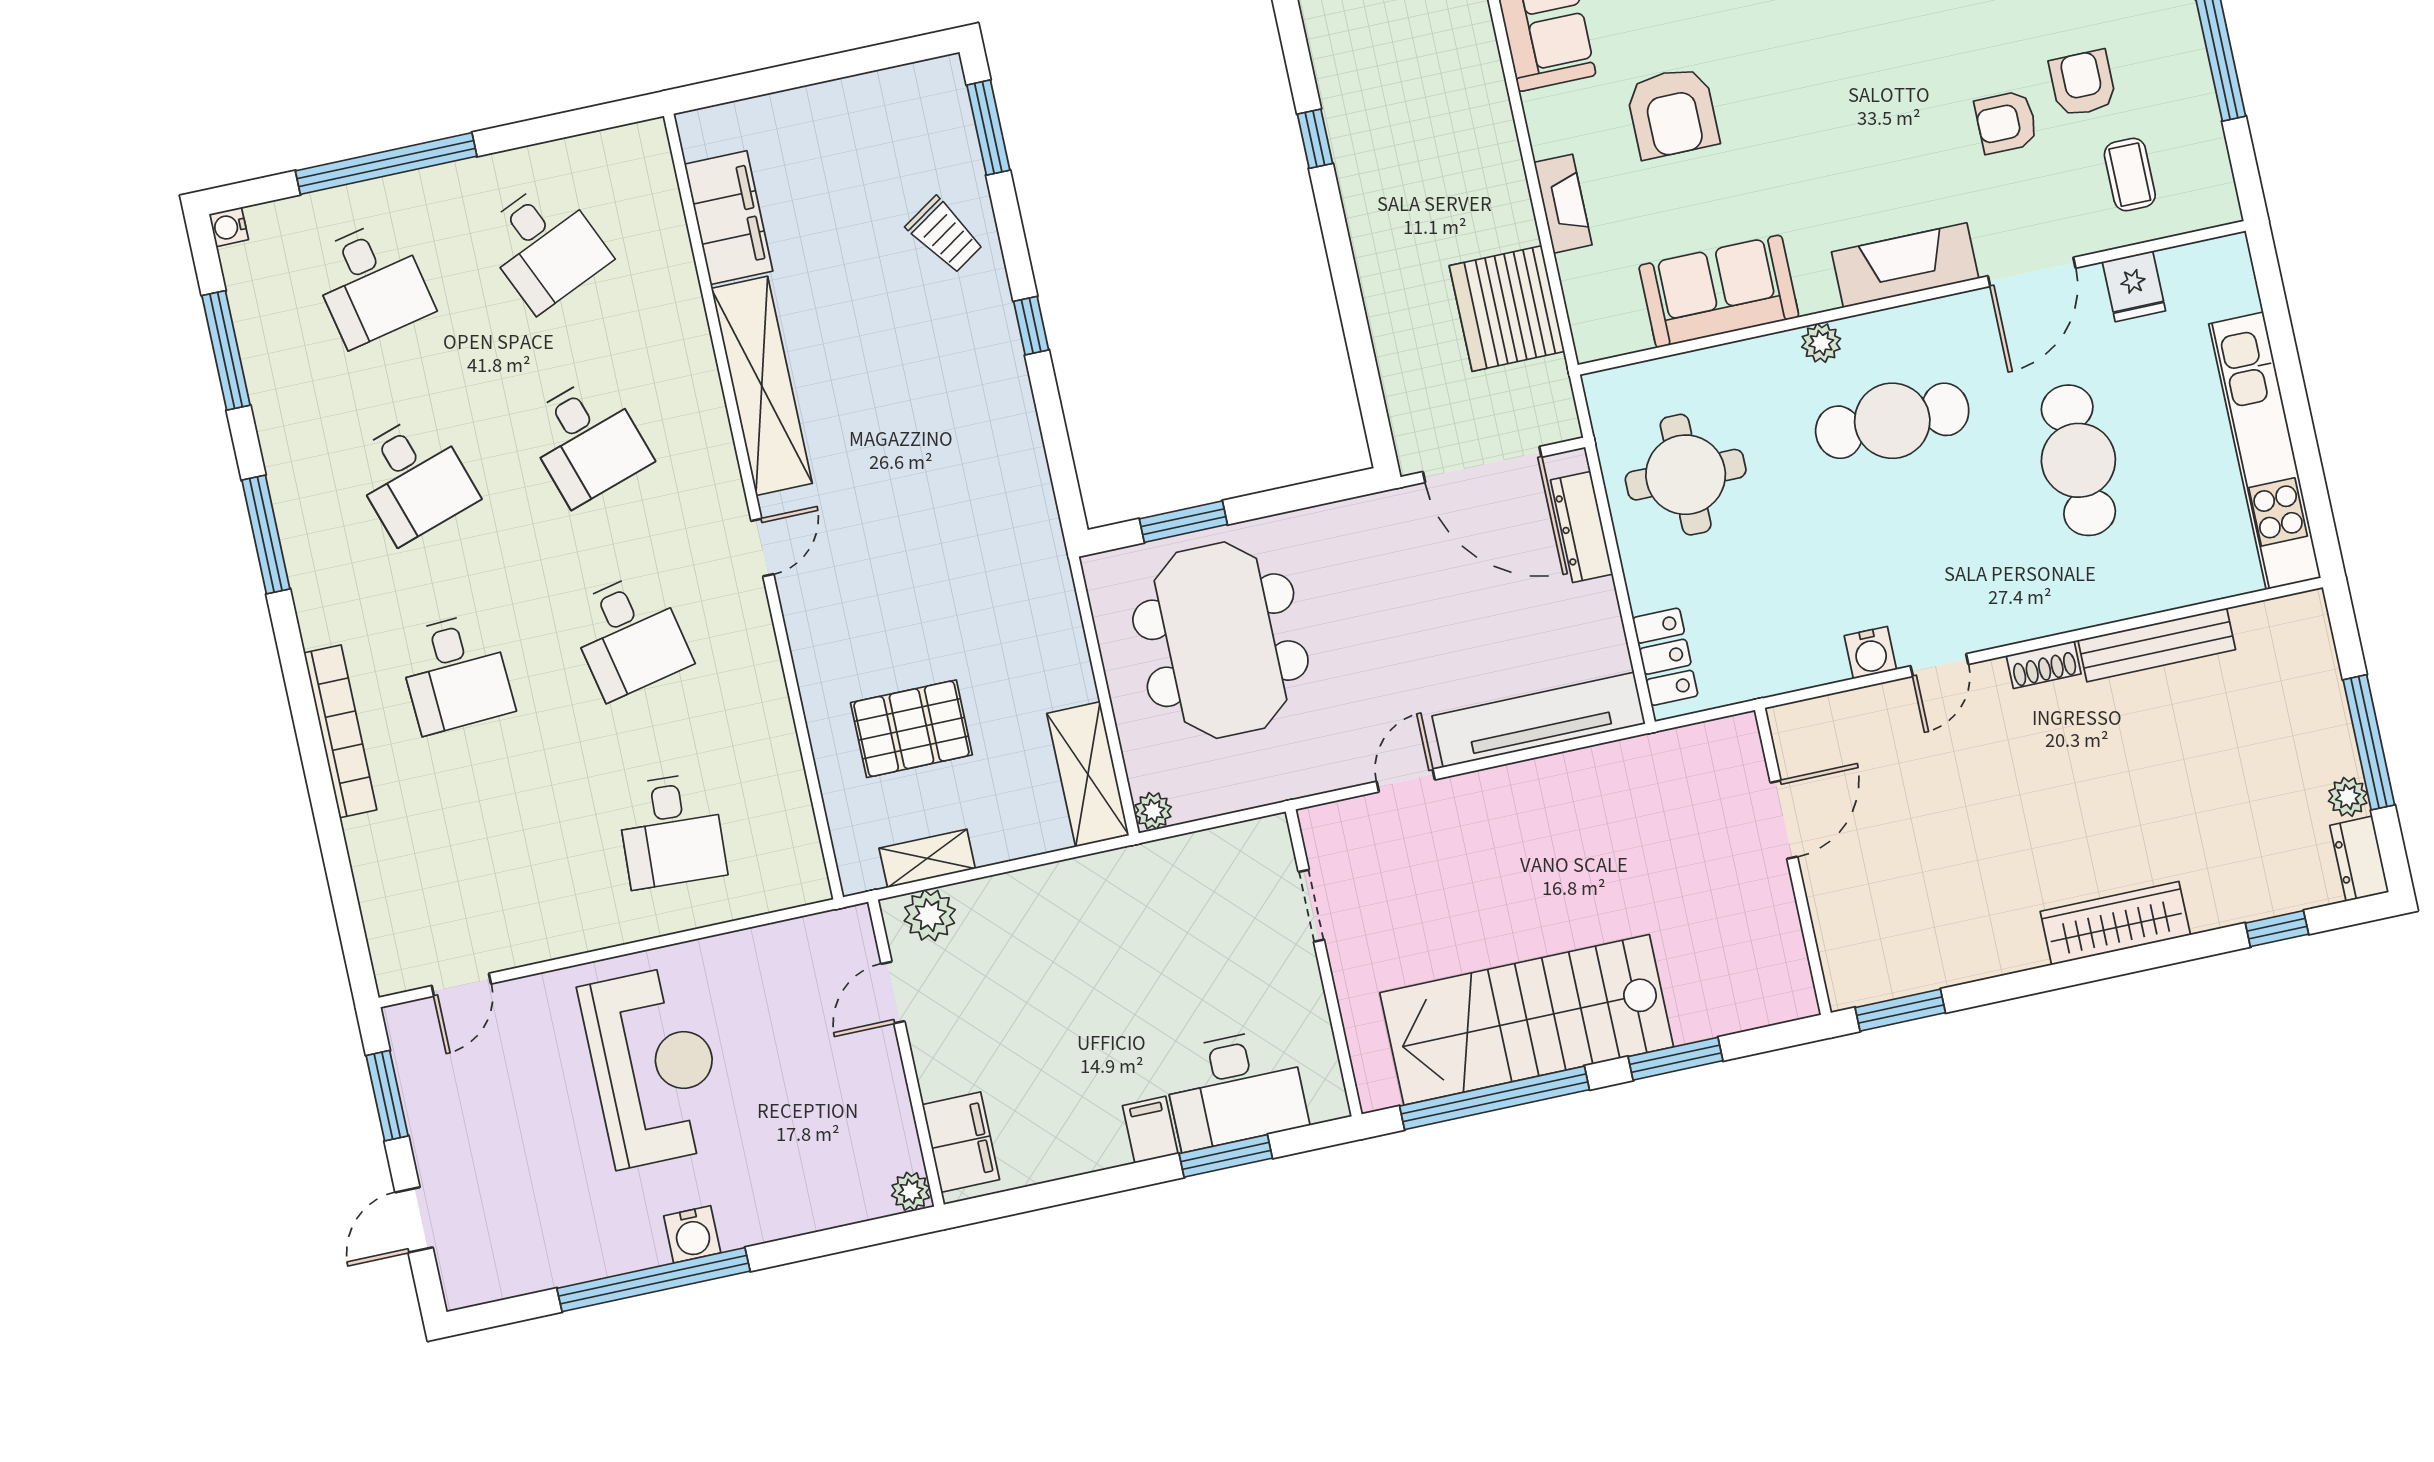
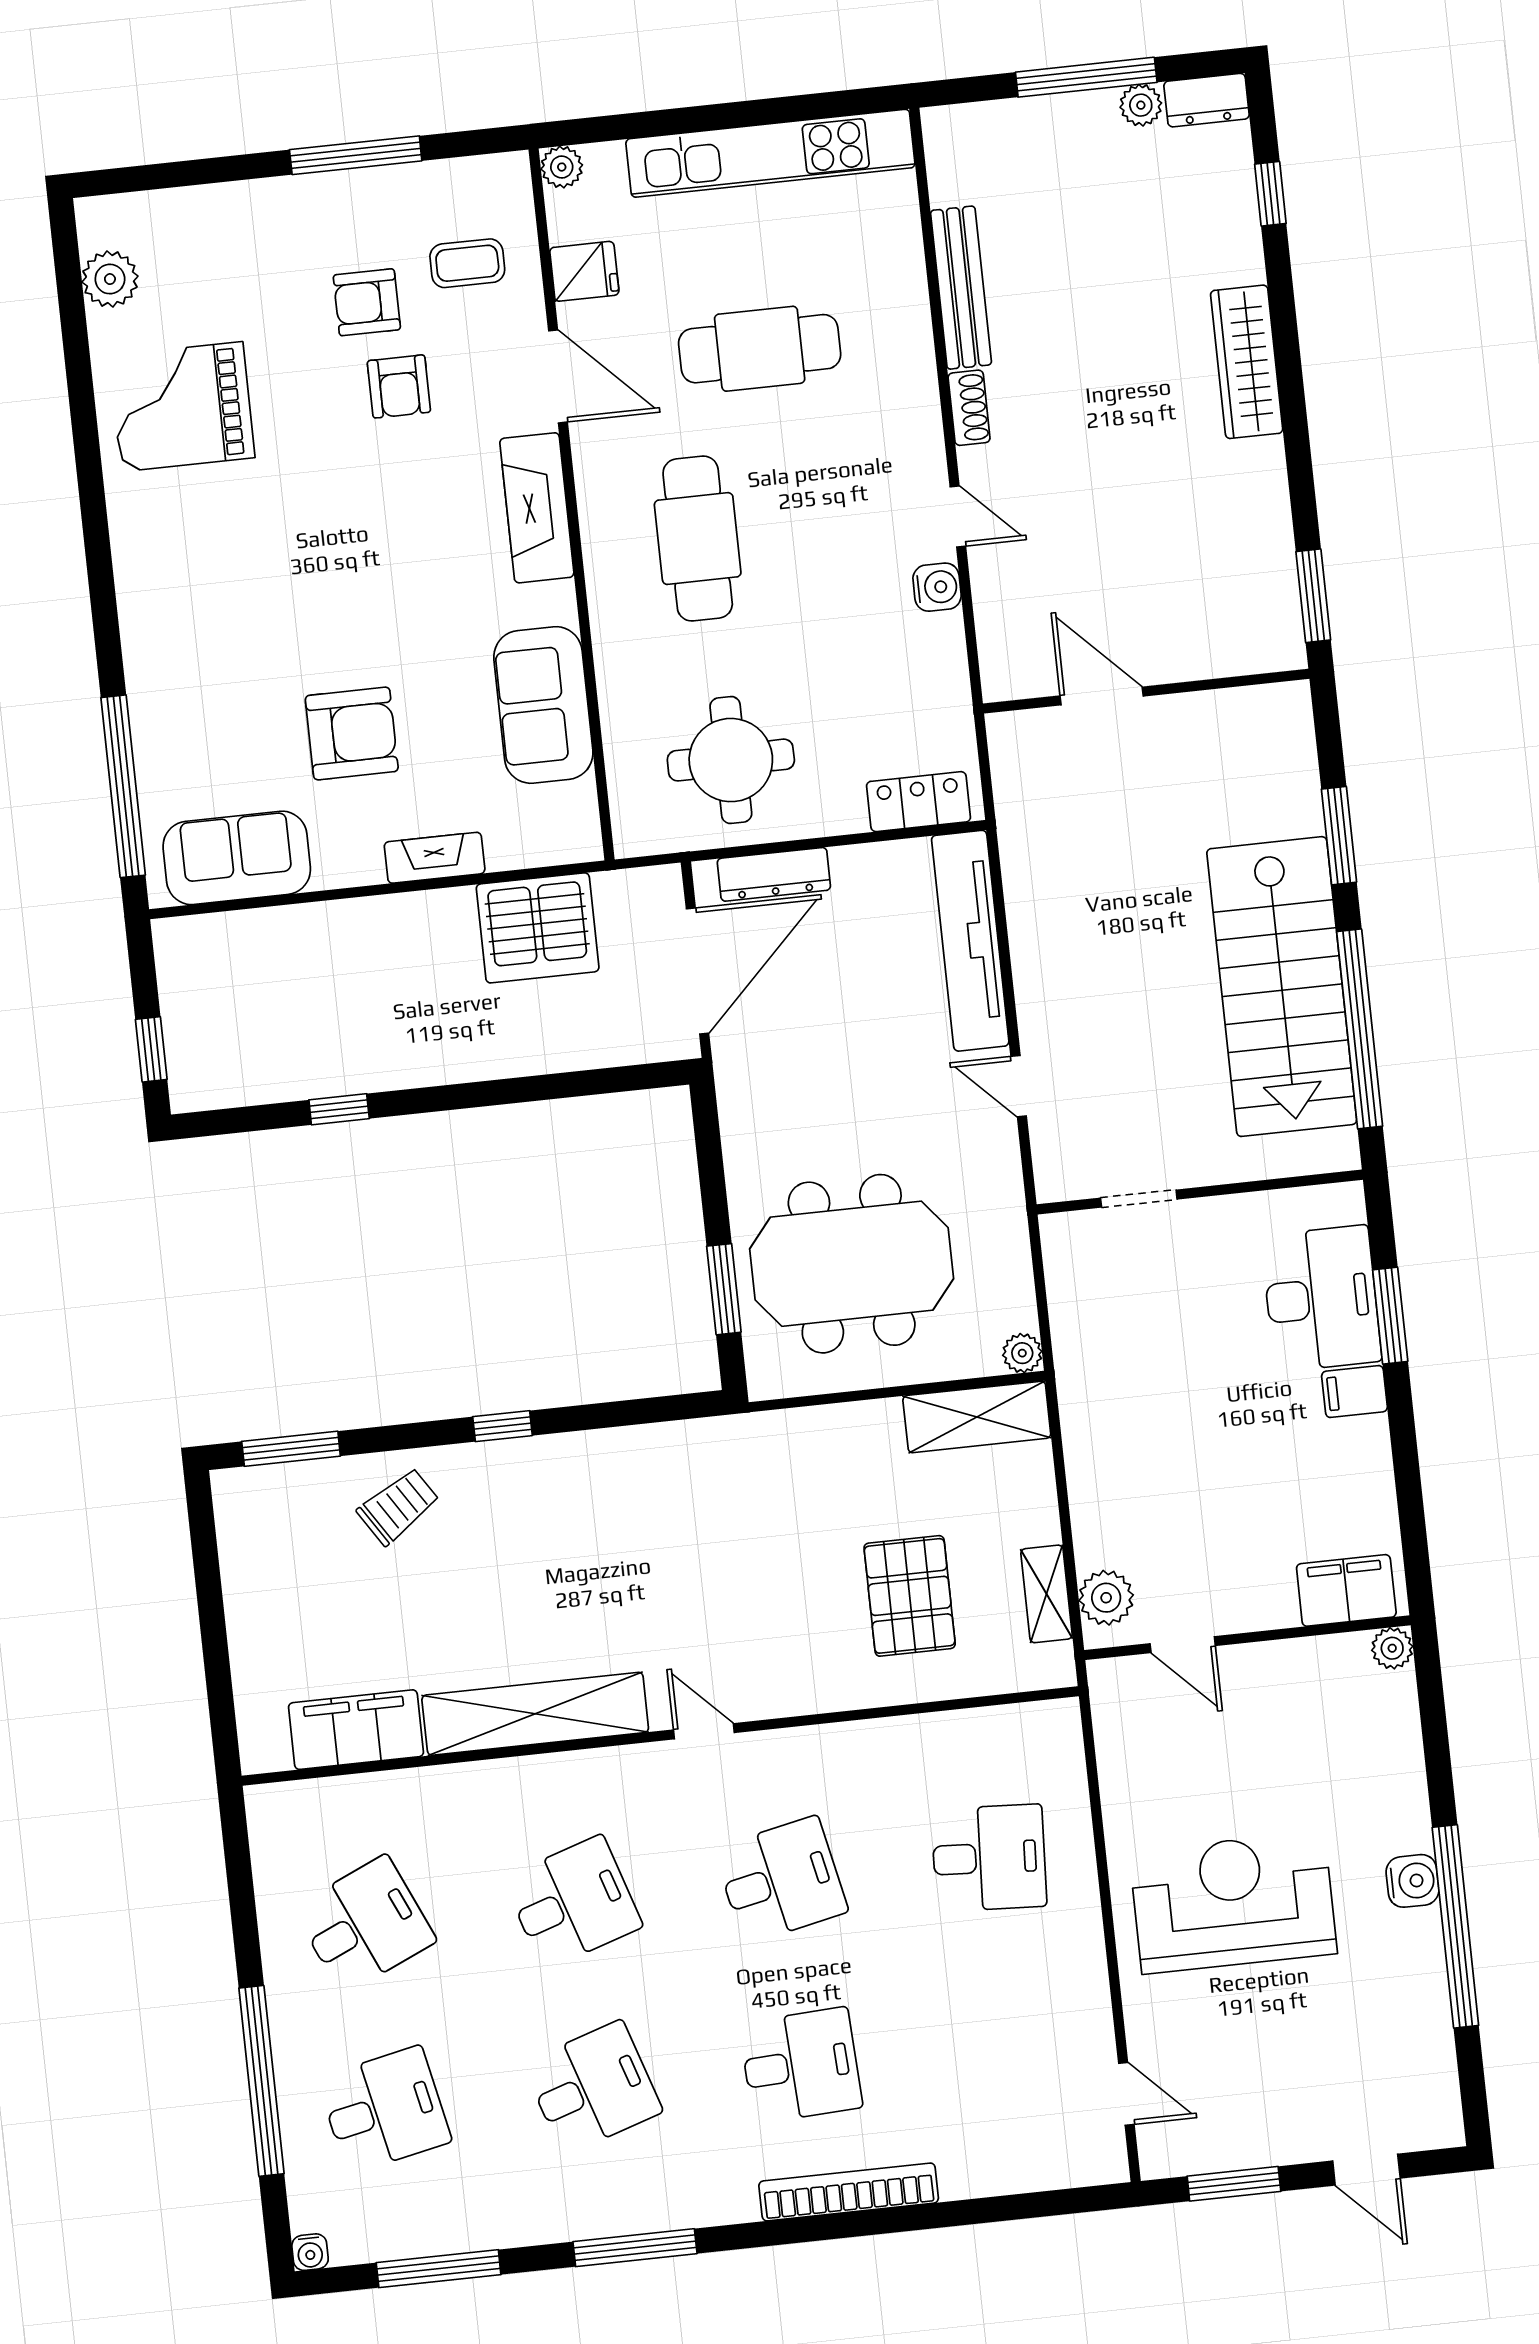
plant: (1821, 343) -> (562, 167), moved

